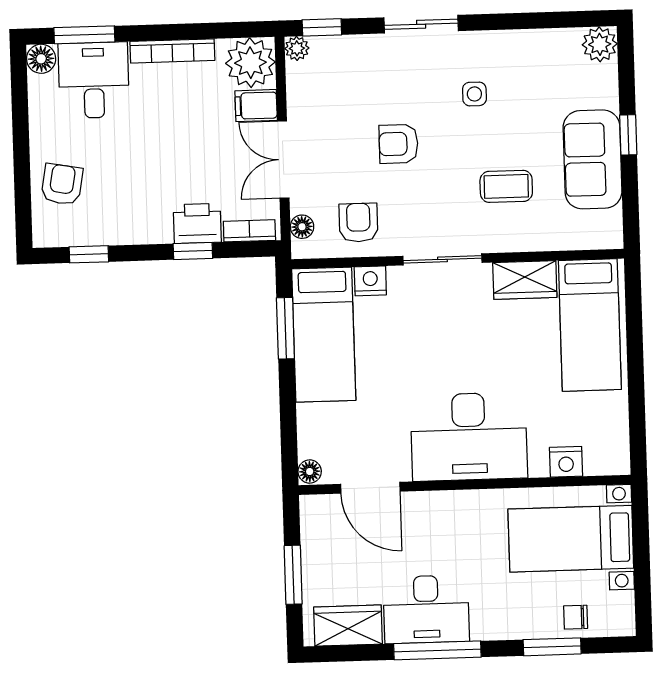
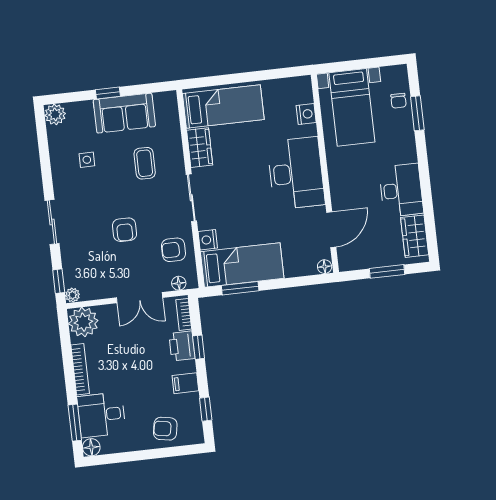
side table: (474, 94) -> (87, 160), moved
filing cabinet: (256, 106) -> (185, 383), moved, turned 90
window: (437, 650) -> (425, 182), removed

